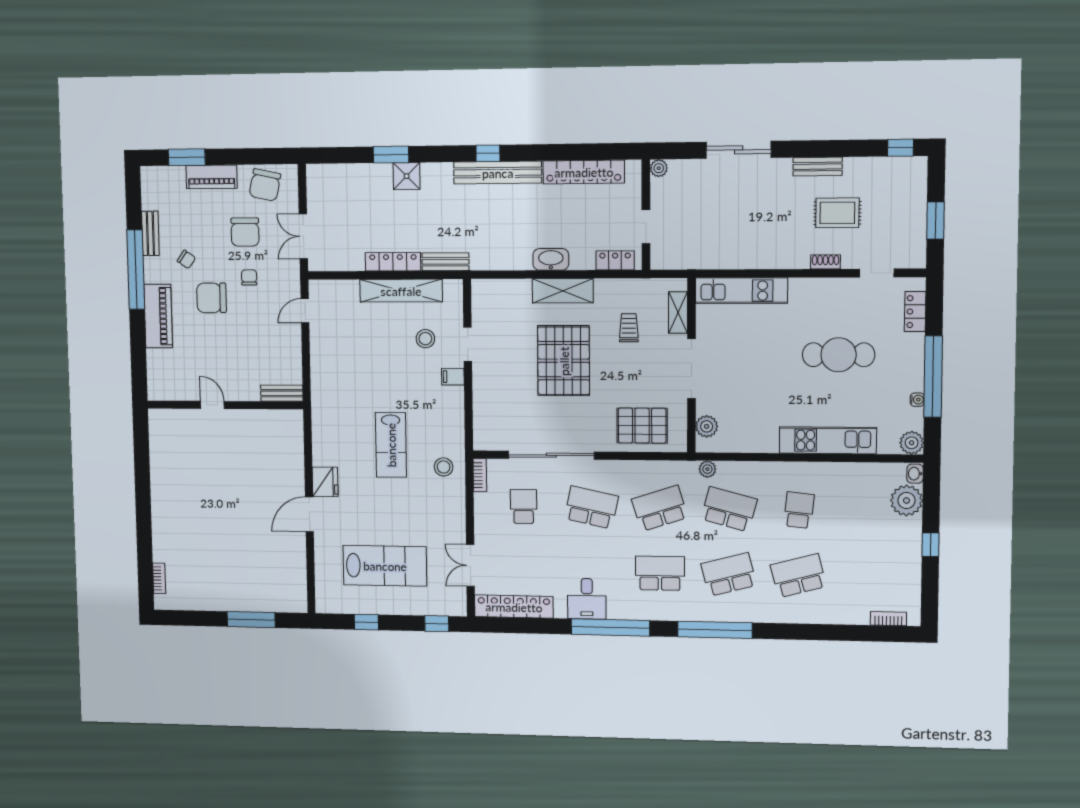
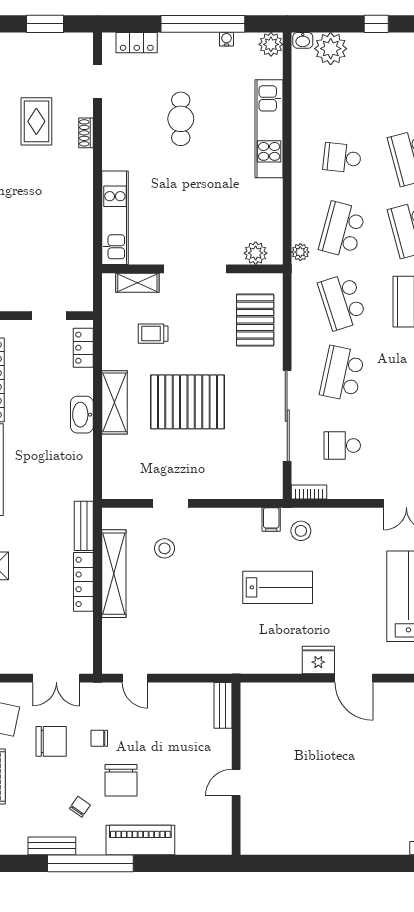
cafe table: (839, 355) -> (181, 119), width x0.73, depth x0.74
filing cabinet: (453, 377) -> (271, 520), moved

